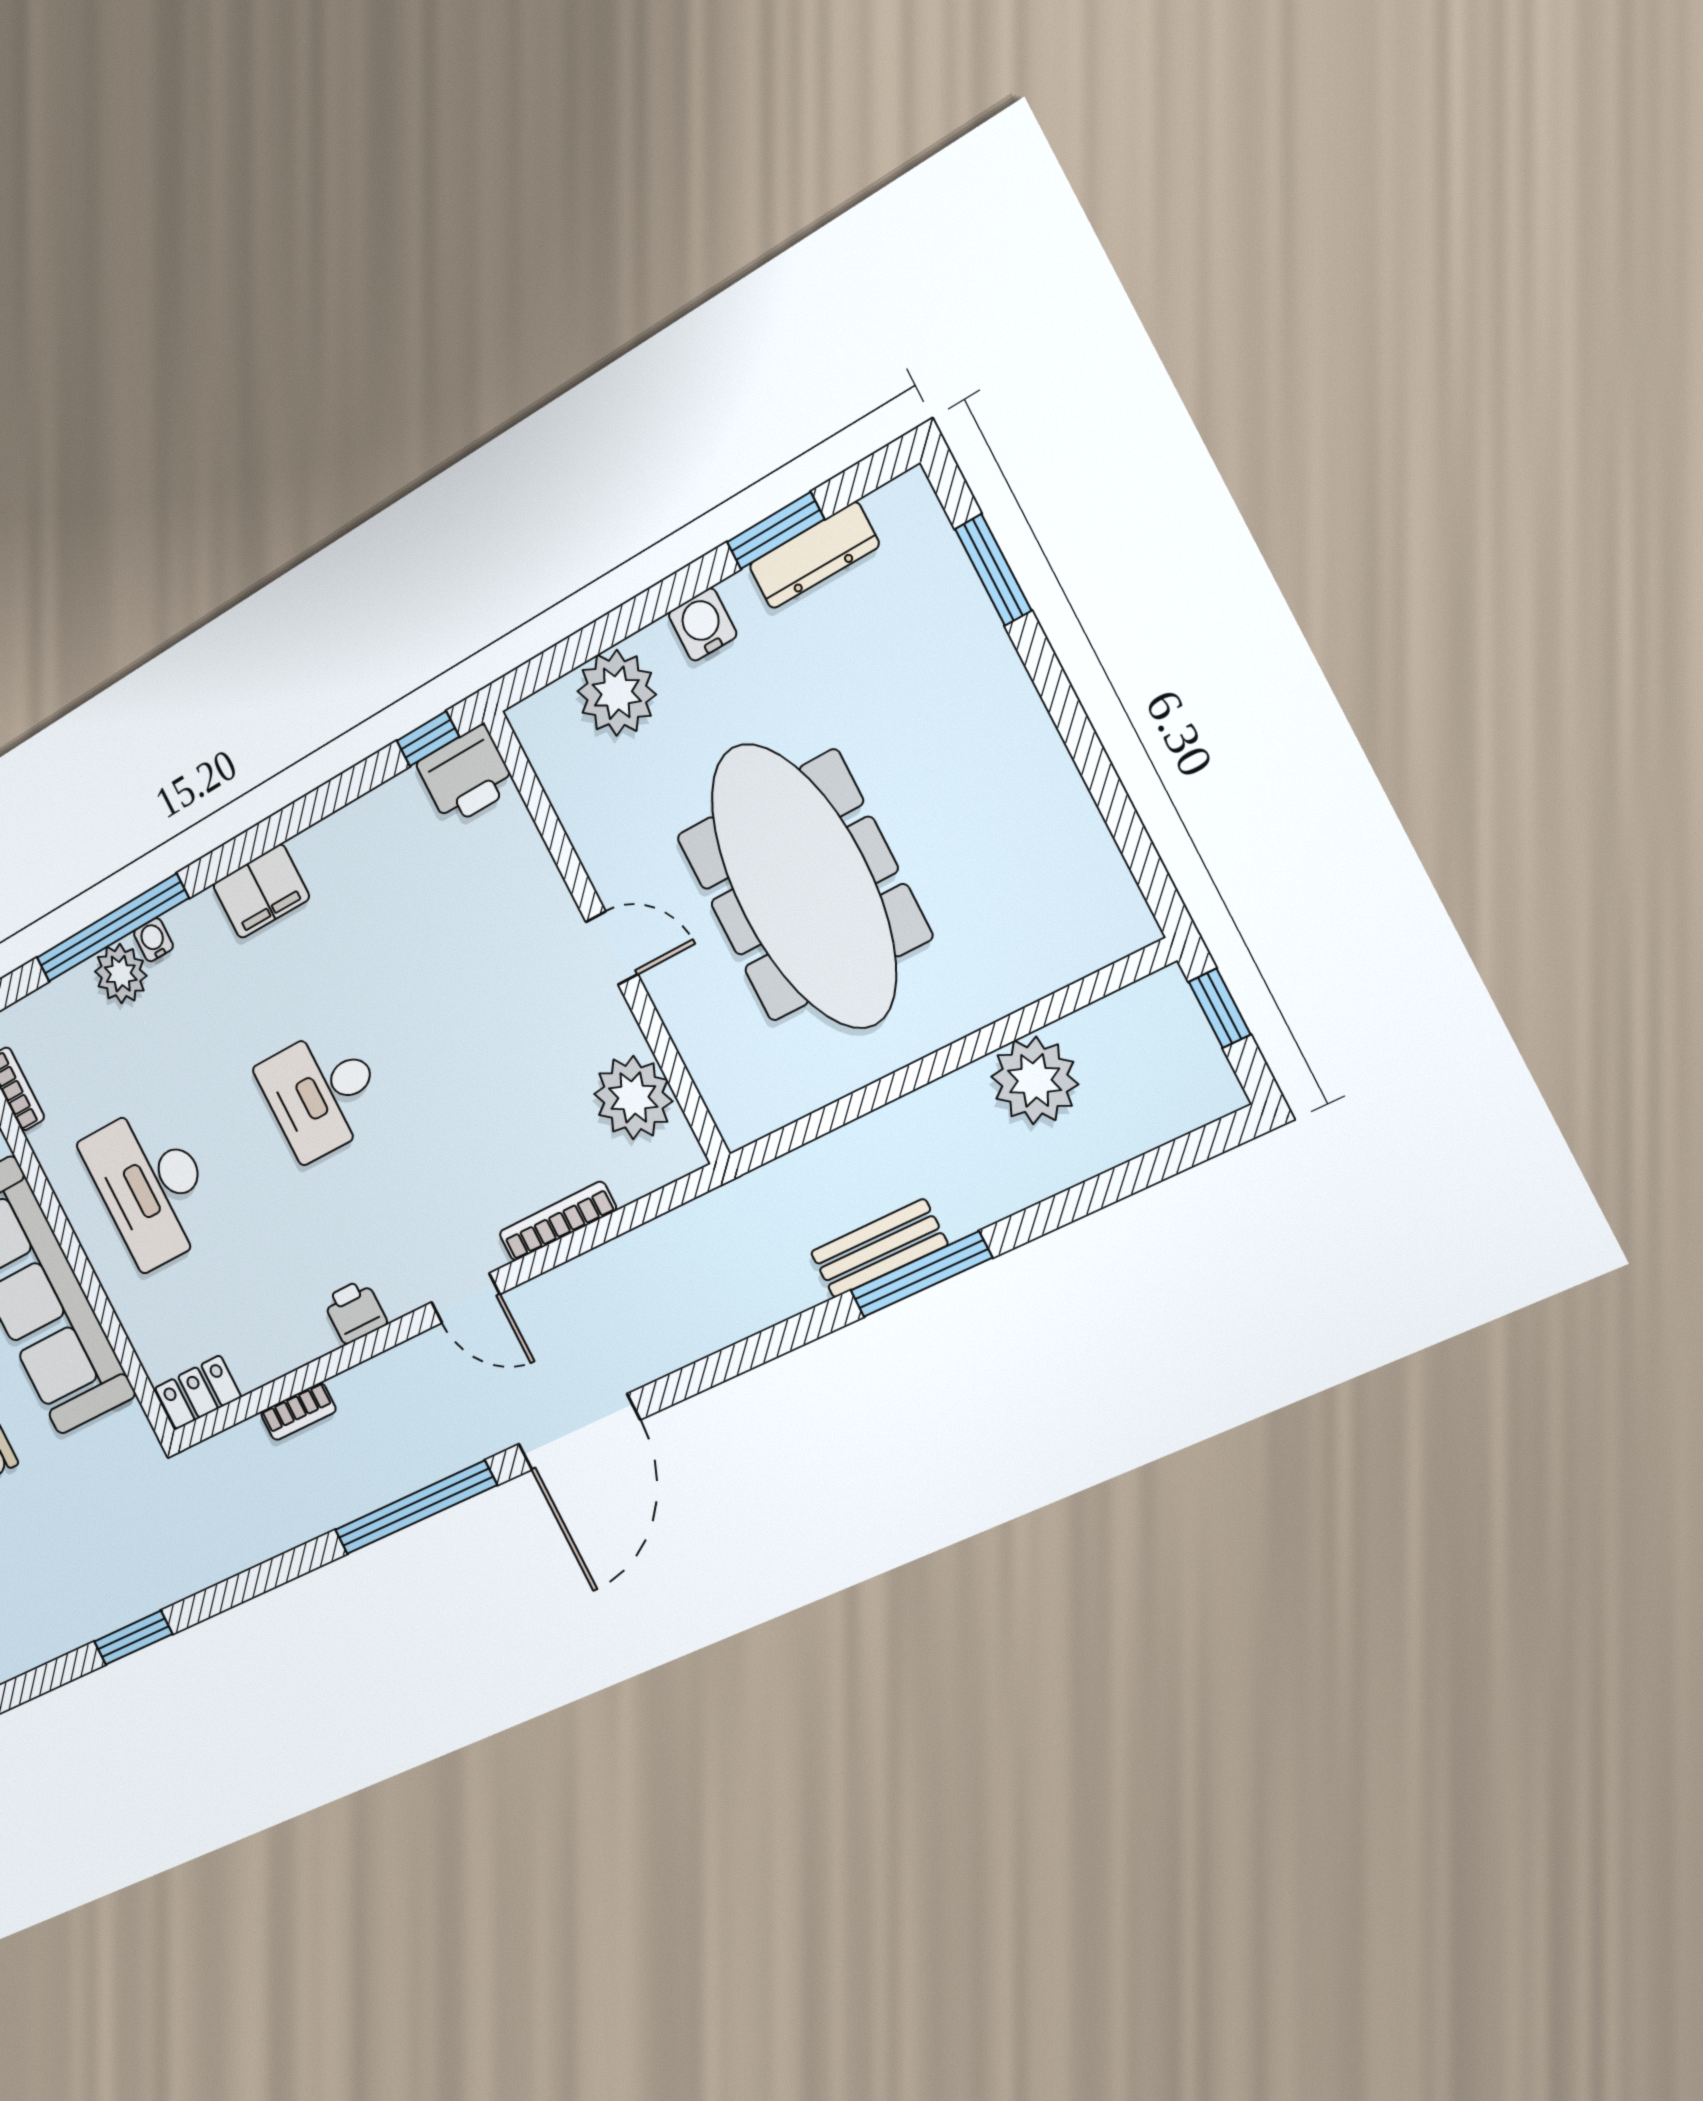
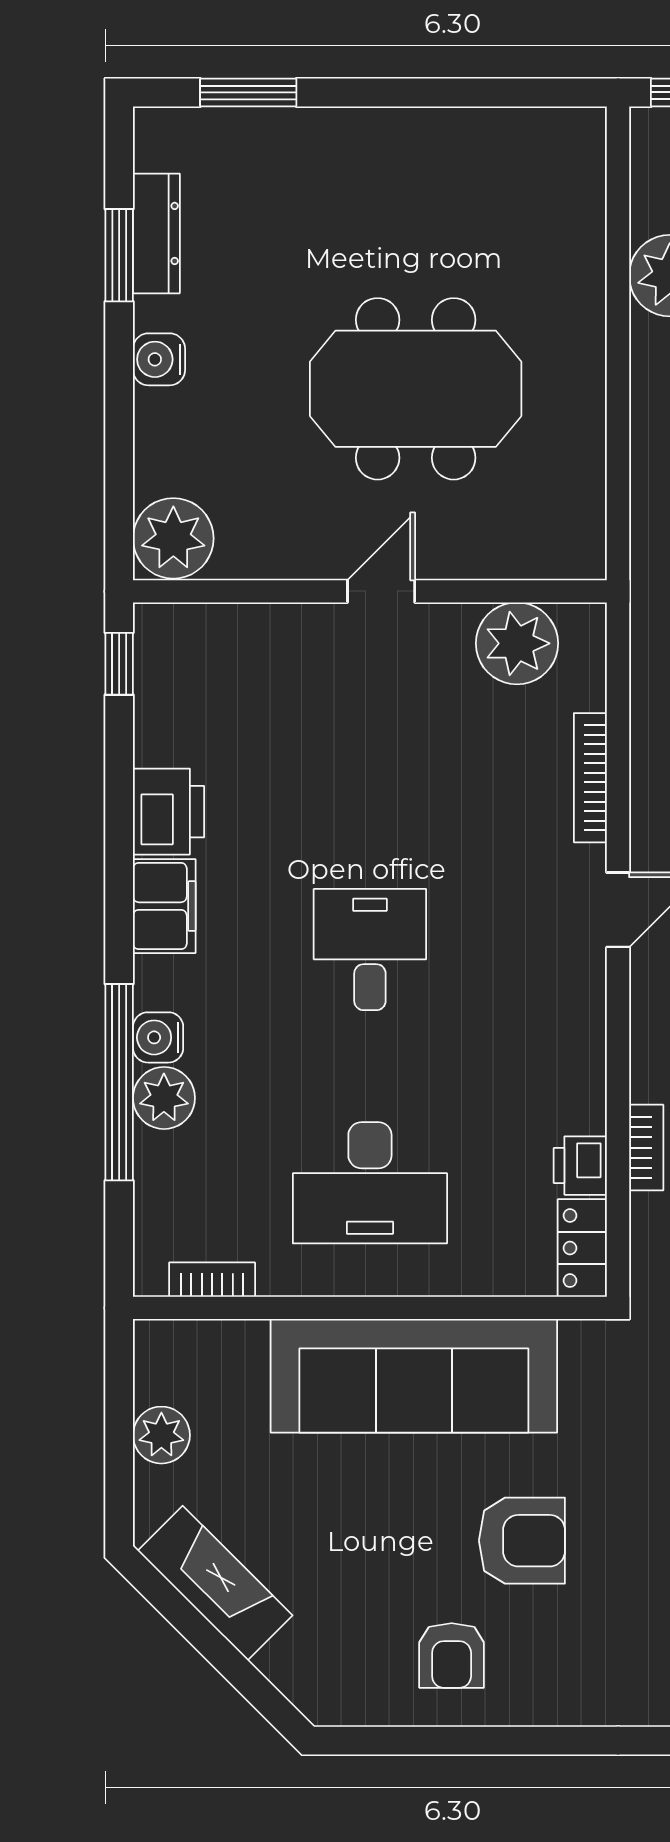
plant: (617, 693) -> (173, 538), moved
printer: (466, 776) -> (169, 812), moved
meeting table: (804, 886) -> (416, 389), width x0.73
water cooler: (153, 940) -> (158, 1037), width x1.38, depth x1.38
desk: (322, 1093) -> (370, 950), turned 180
printer: (355, 1311) -> (580, 1166), moved

